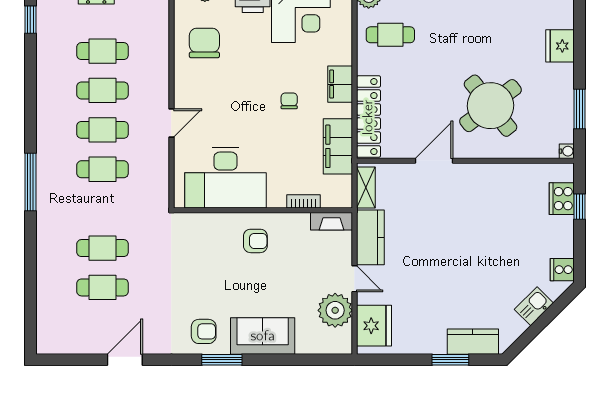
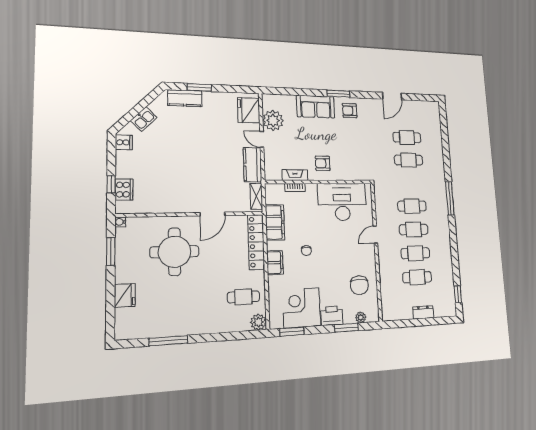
round table: (490, 106) -> (175, 252), turned 38
fireplace: (331, 221) -> (295, 175), moved

